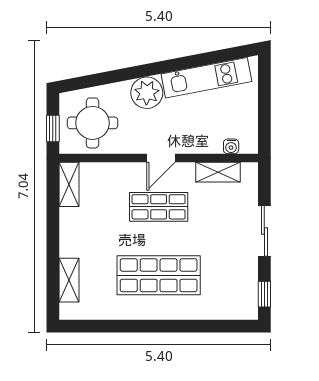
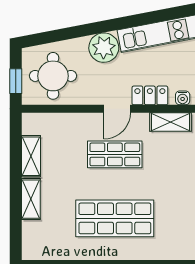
locker: (196, 144) -> (150, 95), added
shelving: (69, 184) -> (31, 156), moved
shelving: (69, 280) -> (31, 199), moved

